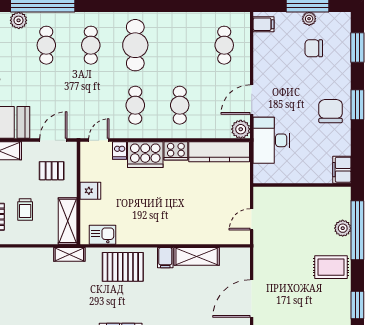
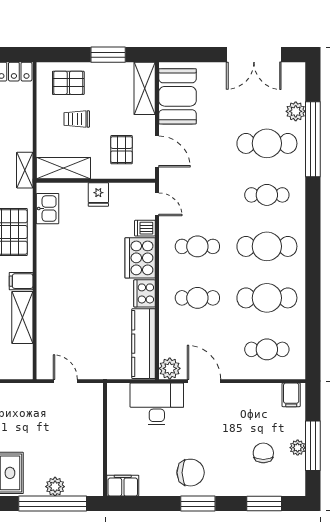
cafe table: (46, 45) -> (267, 143), width x1.37, depth x1.35
cafe table: (180, 45) -> (267, 298), added

